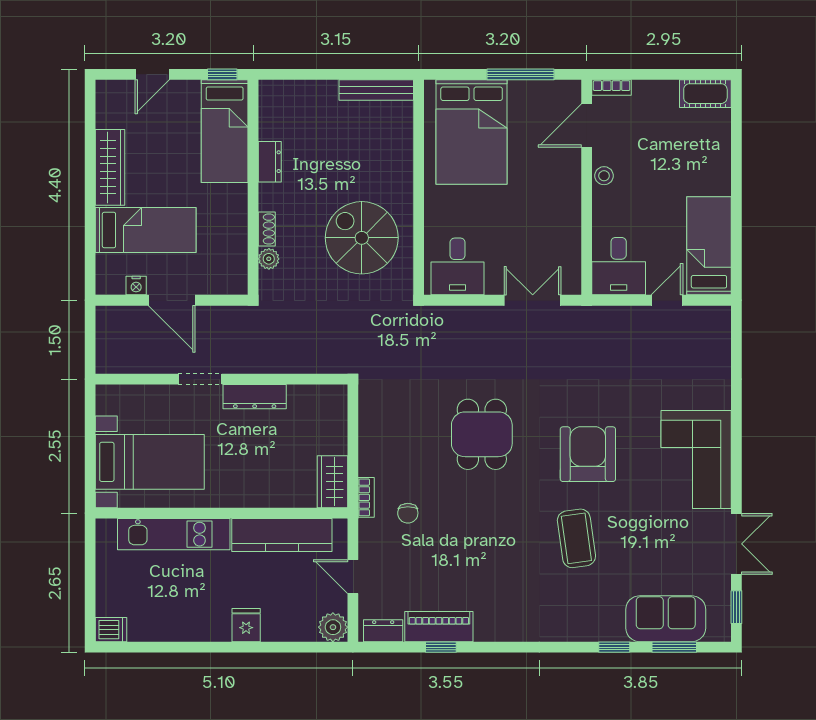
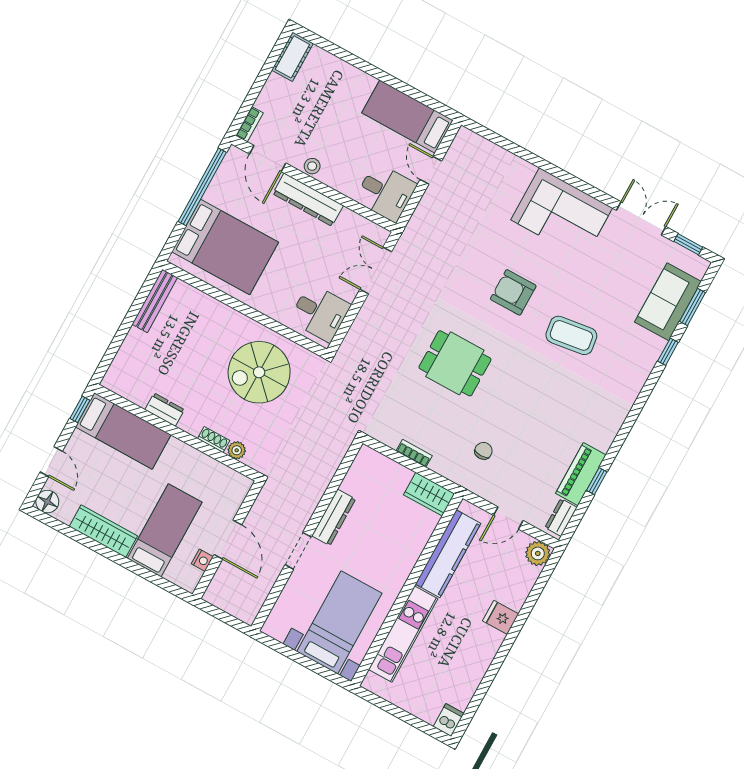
window: (520, 74) -> (202, 187), width x1.46
floor lamp: (109, 93) -> (47, 502), added
dresser: (567, 190) -> (308, 200), added
door: (172, 300) -> (228, 540), hinge flipped
armchair: (588, 454) -> (513, 292), width x0.73, depth x0.73
bookcase: (366, 497) -> (414, 453), moved
chair: (408, 513) -> (483, 451), turned -90

